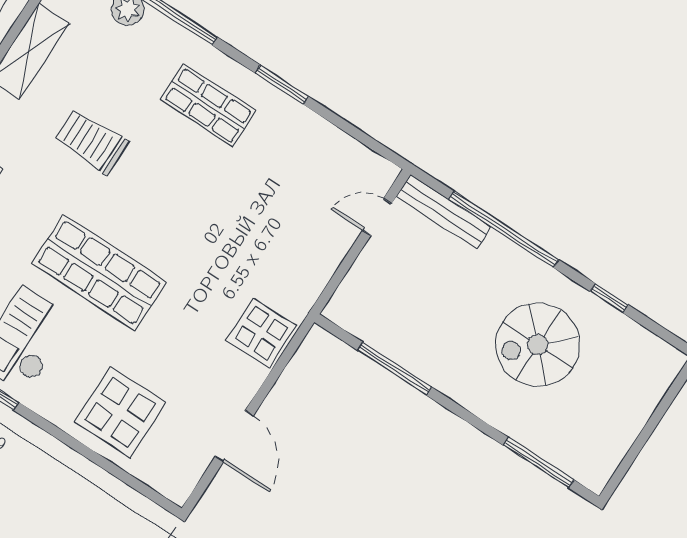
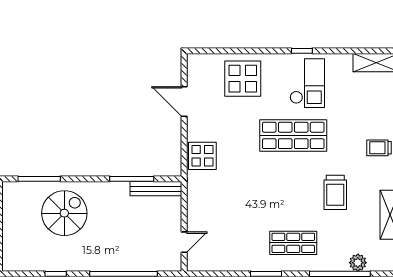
trolley: (92, 141) -> (335, 192), turned 90
bench: (443, 212) -> (156, 189), moved
spiral stairs: (538, 345) -> (64, 213), moved

